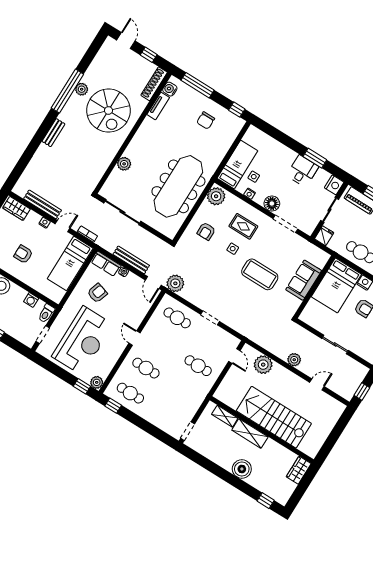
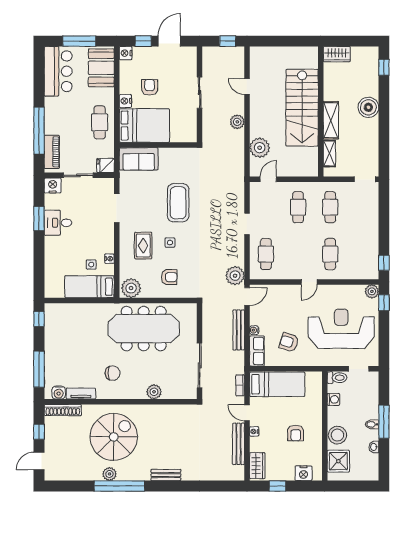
chair: (206, 120) -> (113, 373), moved
floor lamp: (272, 203) -> (106, 232), removed
sofa: (304, 280) -> (139, 159), moved
cafe table: (130, 393) -> (330, 207), moved

